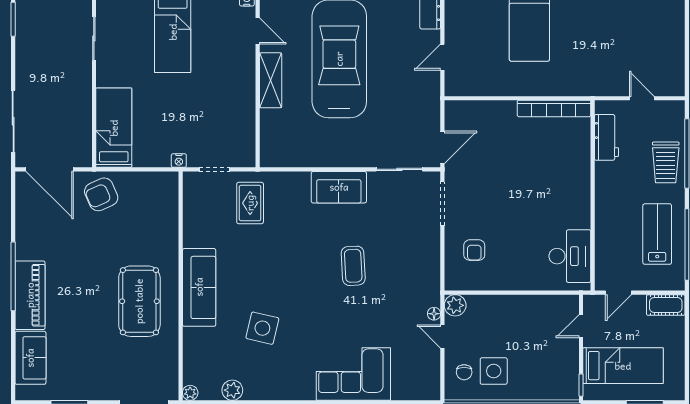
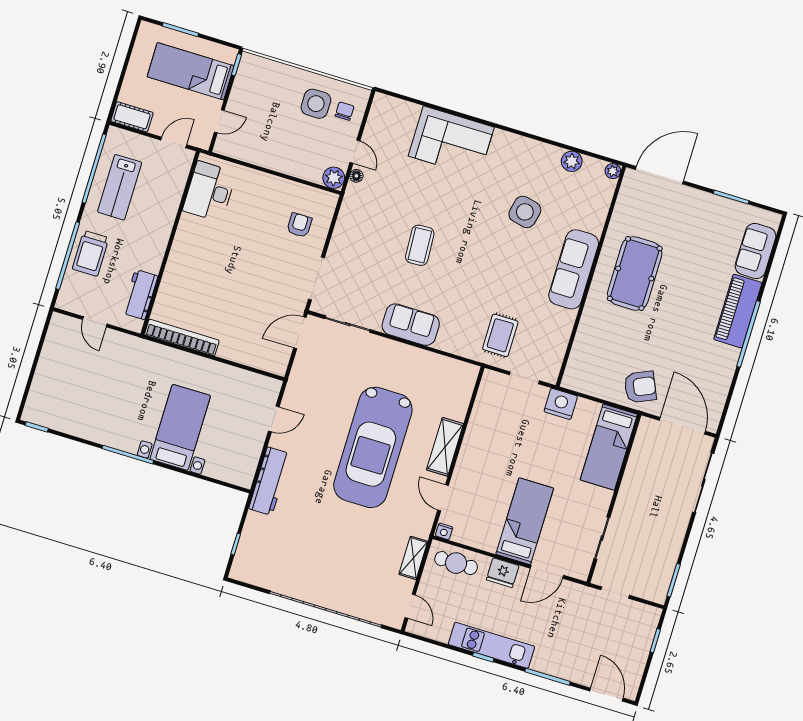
nightstand: (179, 161) -> (561, 404), width x1.89, depth x1.79
trolley: (666, 162) -> (91, 253), turned 180

